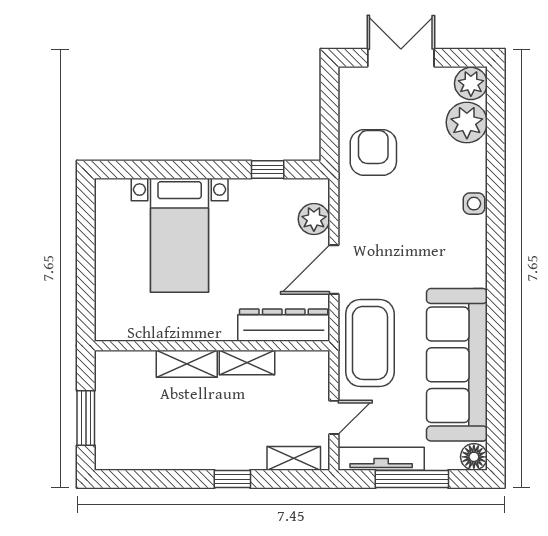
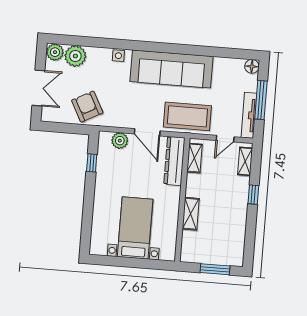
double door: (401, 58) -> (38, 88), swing flipped
armchair: (373, 153) -> (87, 107), turned 62
bed with nightstands: (180, 235) -> (135, 228), moved, turned -90
shelving: (247, 363) -> (194, 158), moved
sofa: (457, 365) -> (171, 69), moved
door: (334, 417) -> (225, 139), swing flipped

